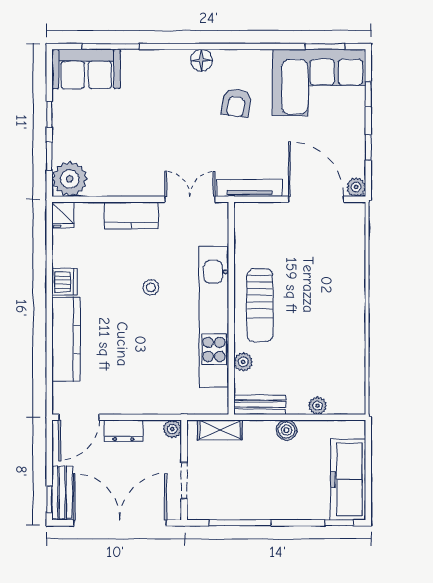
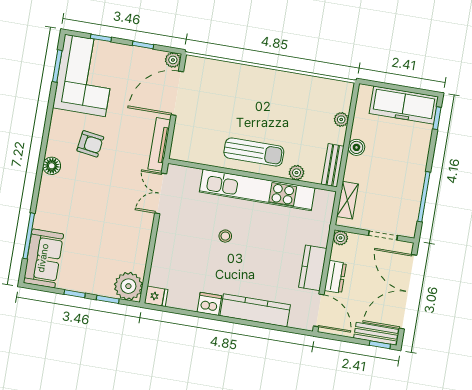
kitchen counter: (131, 215) -> (313, 268), moved, turned 180

